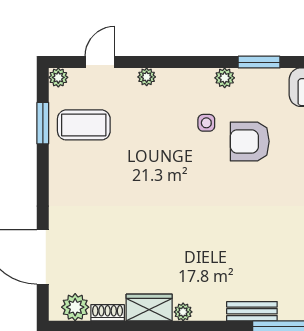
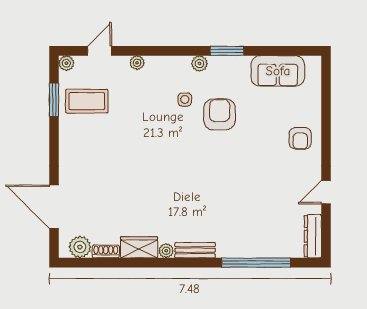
armchair: (250, 141) -> (220, 114), turned 90
bench: (252, 311) -> (195, 250), moved

